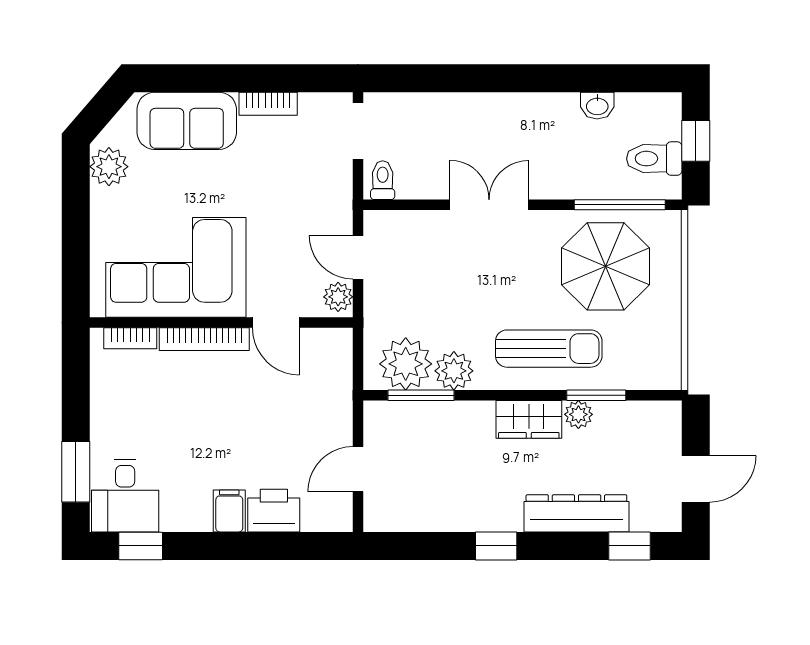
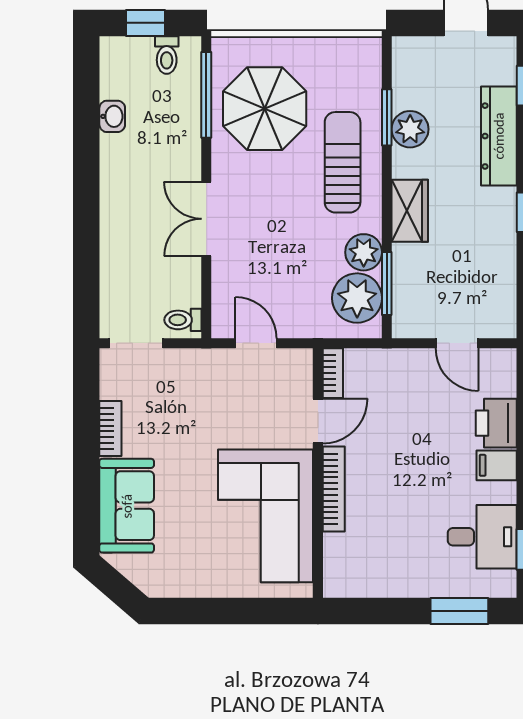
toilet: (654, 159) -> (167, 55), width x0.73, depth x0.72
plant: (109, 167) -> (170, 579), removed
door: (358, 257) -> (256, 343), swing flipped
plant: (338, 297) -> (293, 362), removed
bookcase: (130, 338) -> (333, 373), moved
plant: (578, 414) -> (410, 129), width x1.38, depth x1.38
wardrobe: (529, 419) -> (410, 211), moved
desk: (125, 496) -> (482, 537), moved

